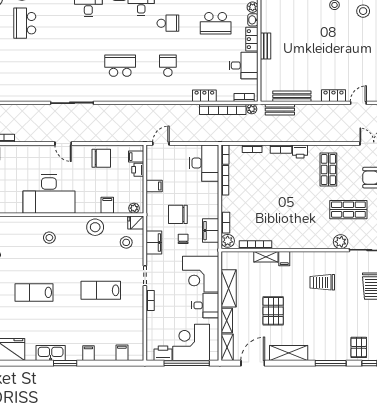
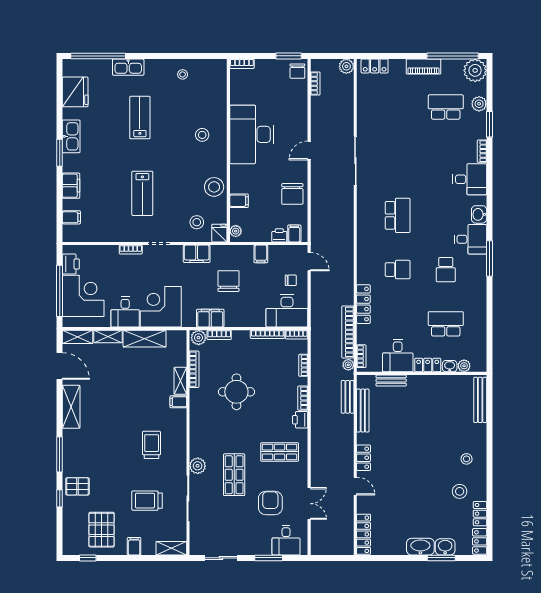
school desk: (216, 23) -> (446, 324), turned 90
bench: (265, 46) -> (391, 380), moved
locker: (204, 96) -> (363, 304), width x1.53
round table: (275, 207) -> (236, 392), added
chair: (183, 239) -> (291, 280), moved
lab bench: (101, 290) -> (142, 193), turned 180
pallet: (273, 311) -> (119, 389), removed
filing cabinet: (88, 353) -> (71, 186), width x2.00

